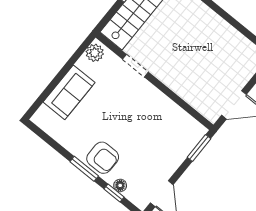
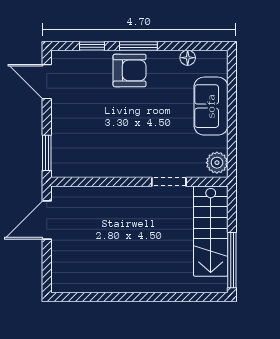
armchair: (103, 158) -> (130, 70), turned 180
floor lamp: (120, 185) -> (188, 58), moved

